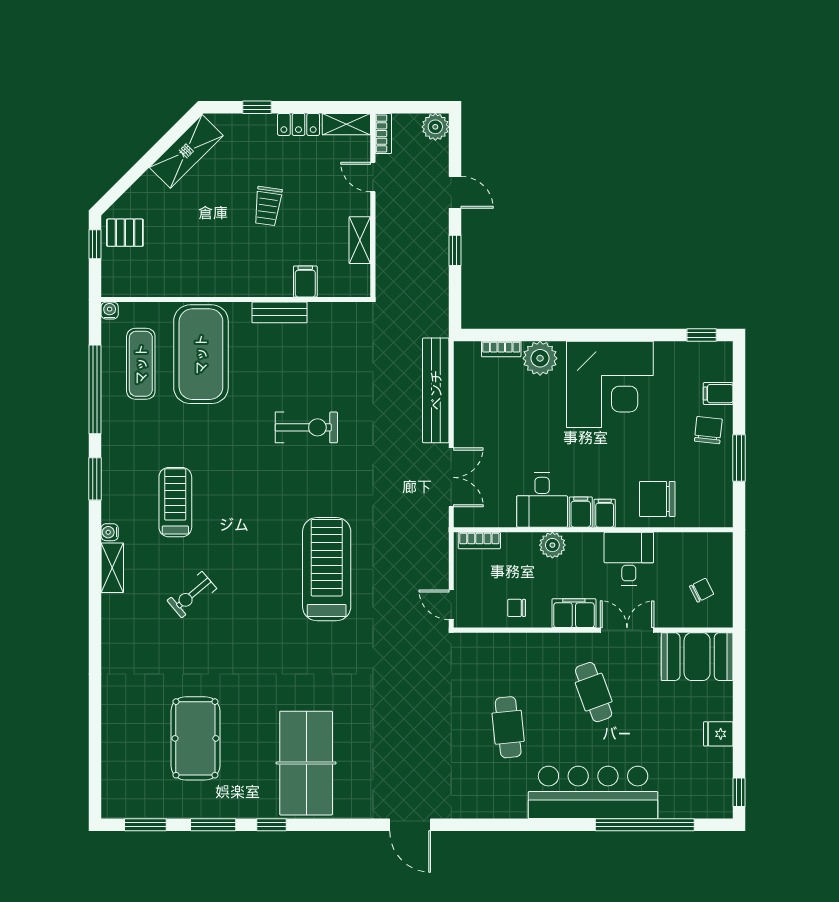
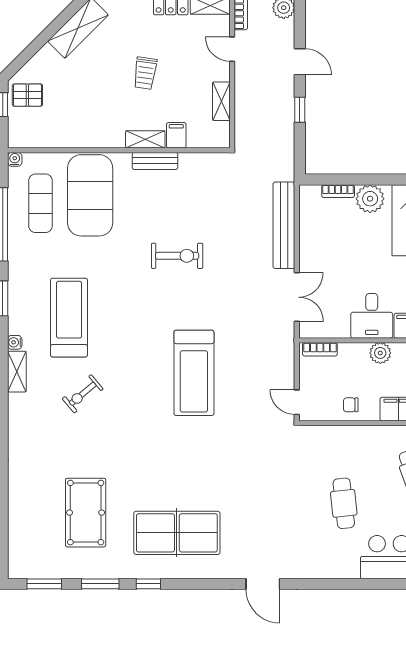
shelving: (268, 286) -> (145, 139), added
treadmill: (175, 502) -> (69, 318), width x1.37, depth x1.38
treadmill: (327, 569) -> (194, 373), turned 180
table tennis table: (306, 763) -> (177, 533), turned 90

